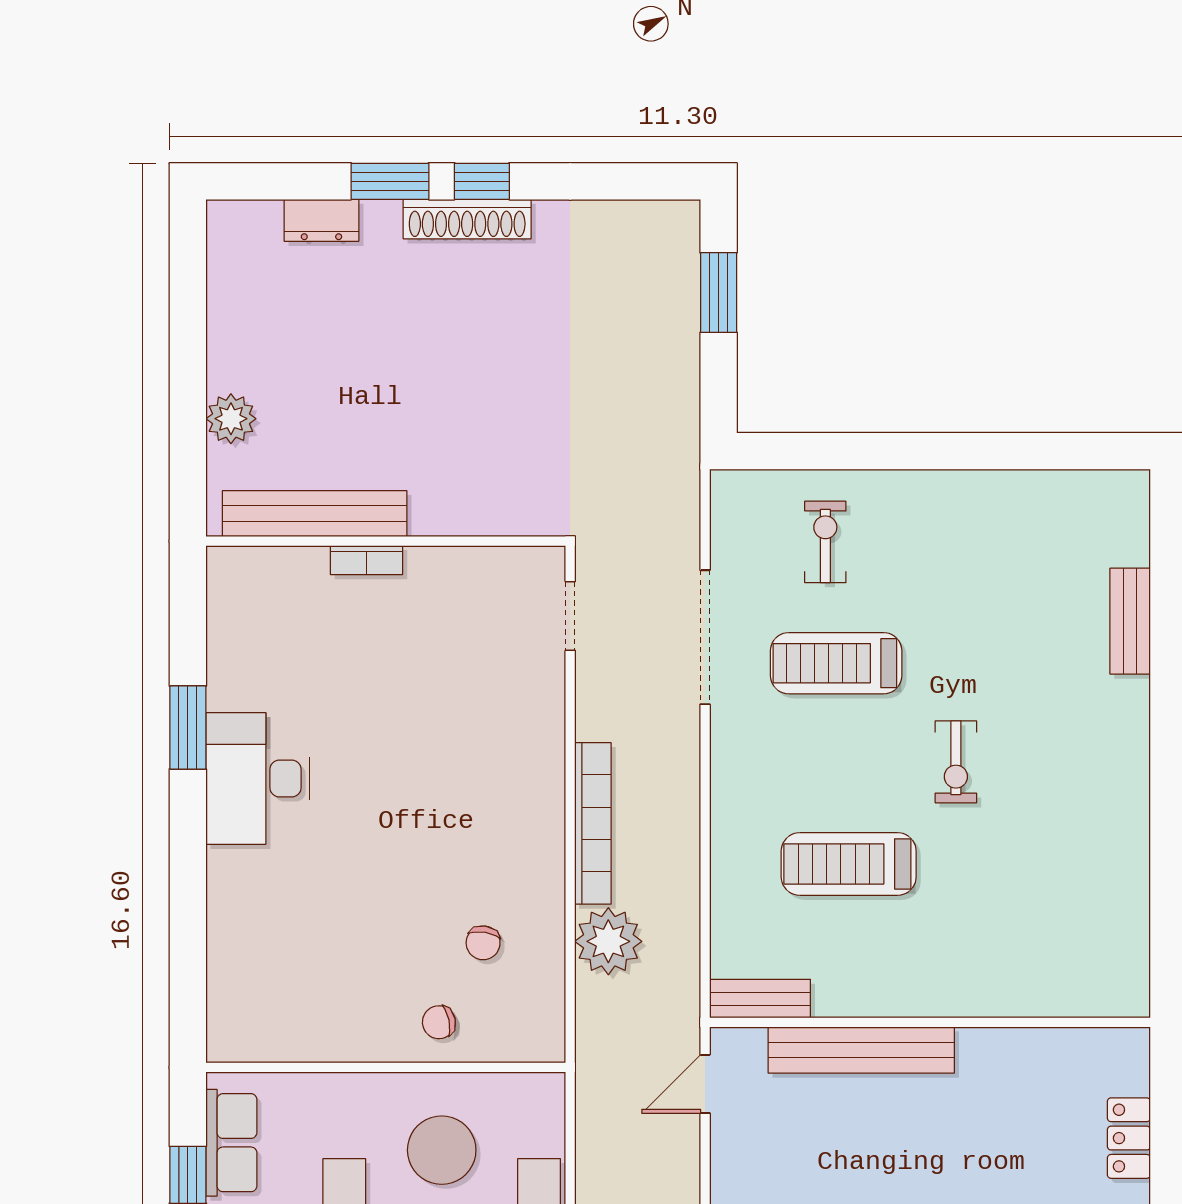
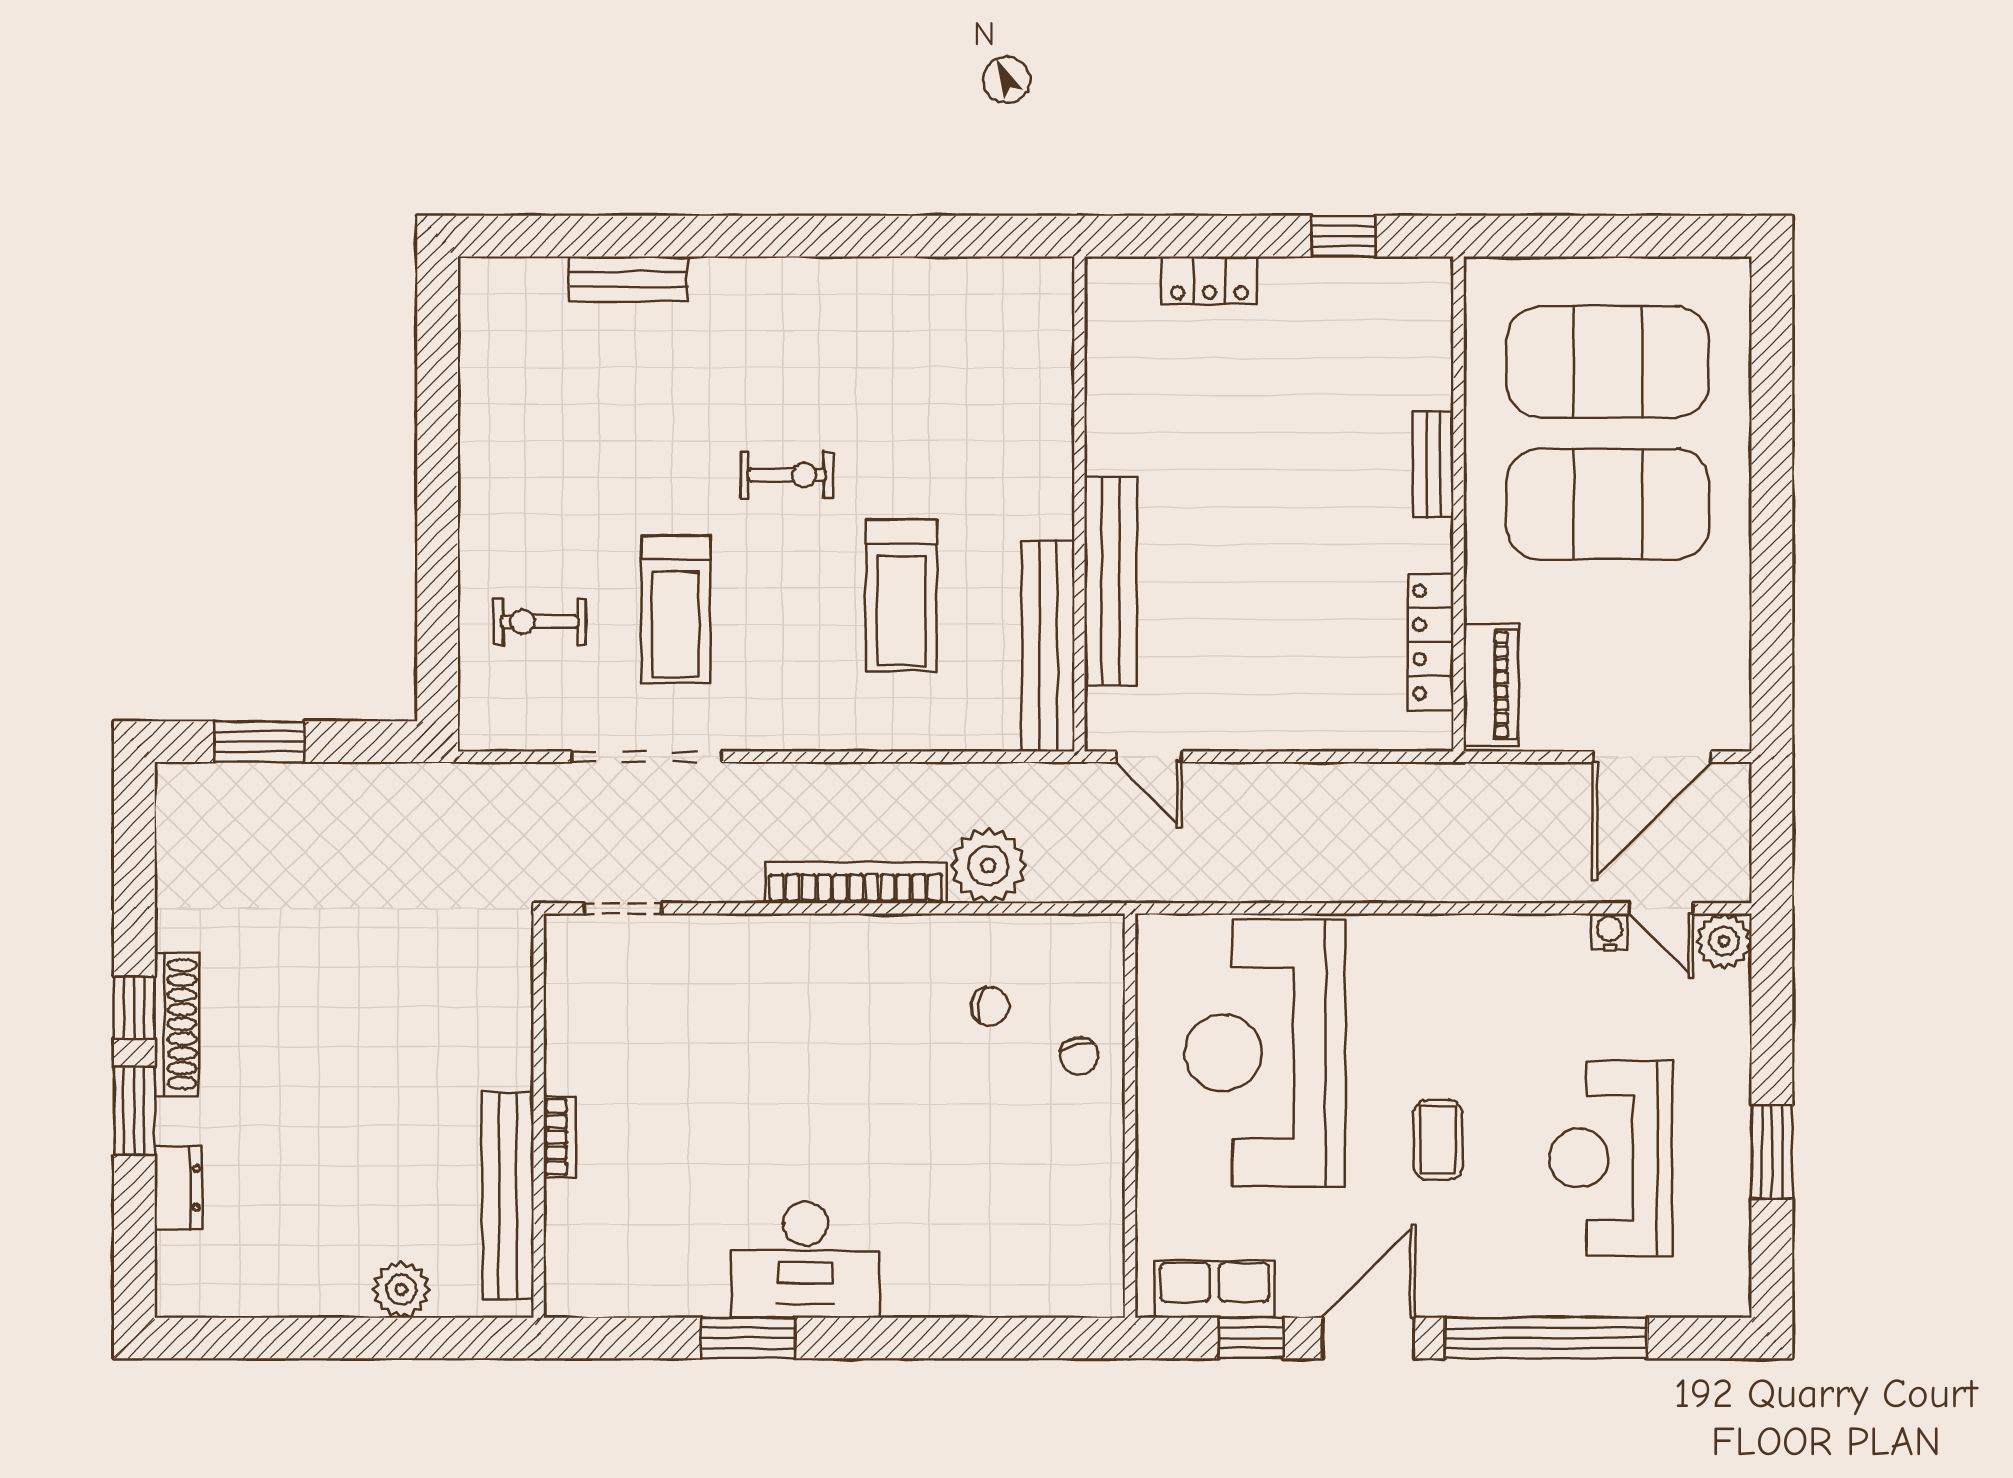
bench: (760, 999) -> (1048, 646), width x1.86, depth x1.21

